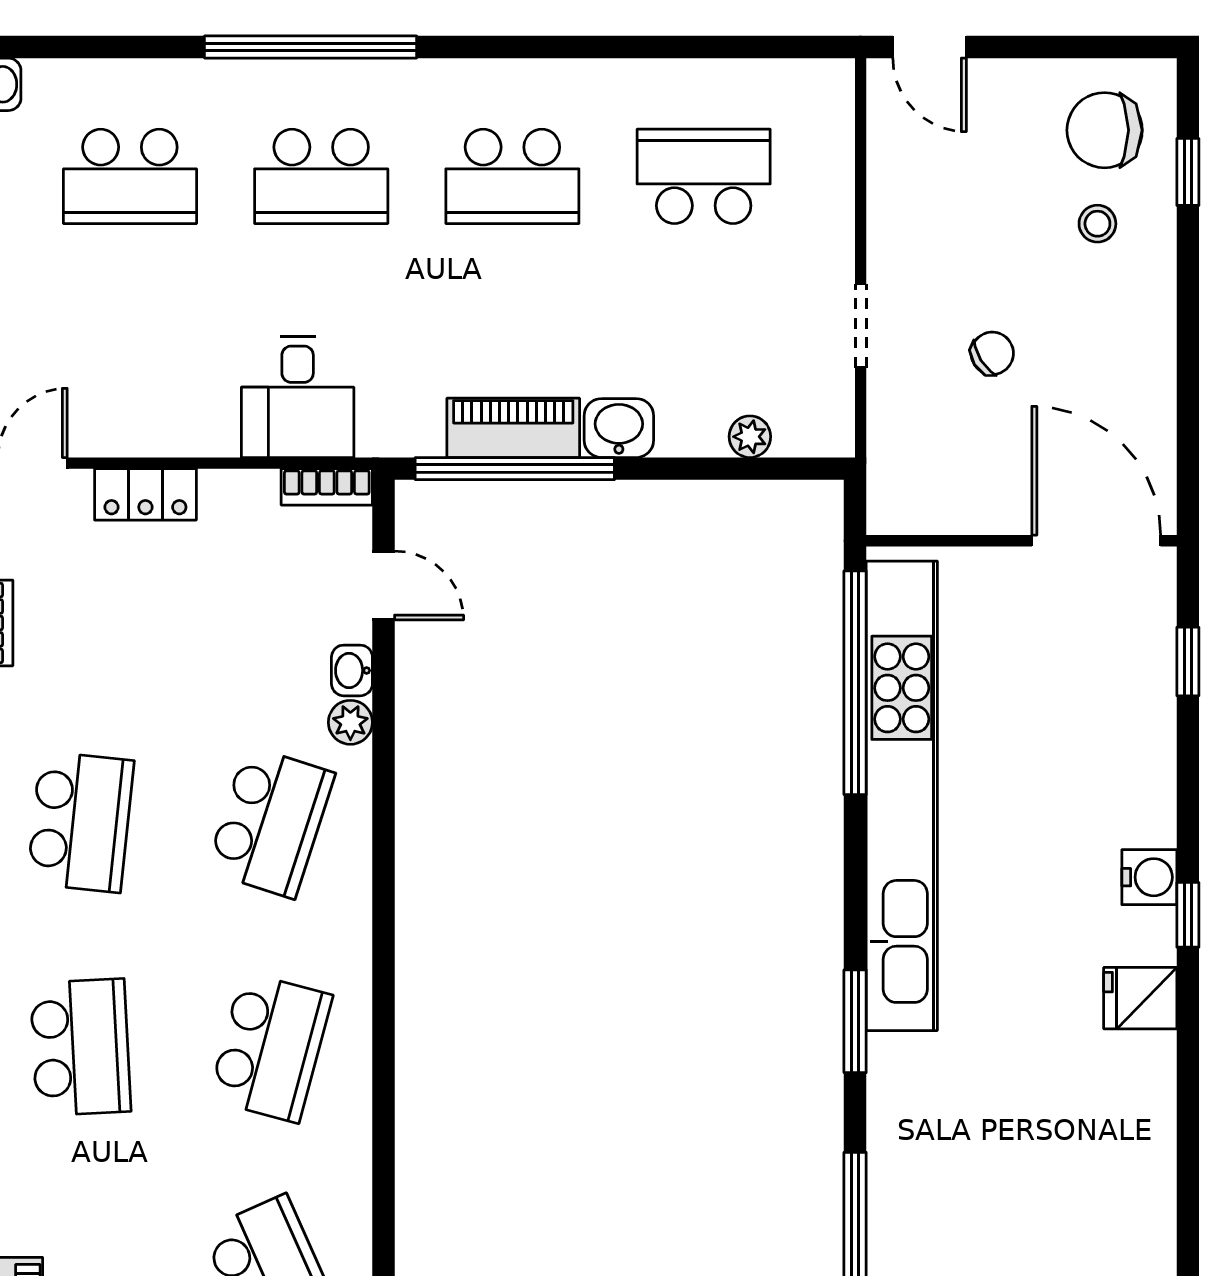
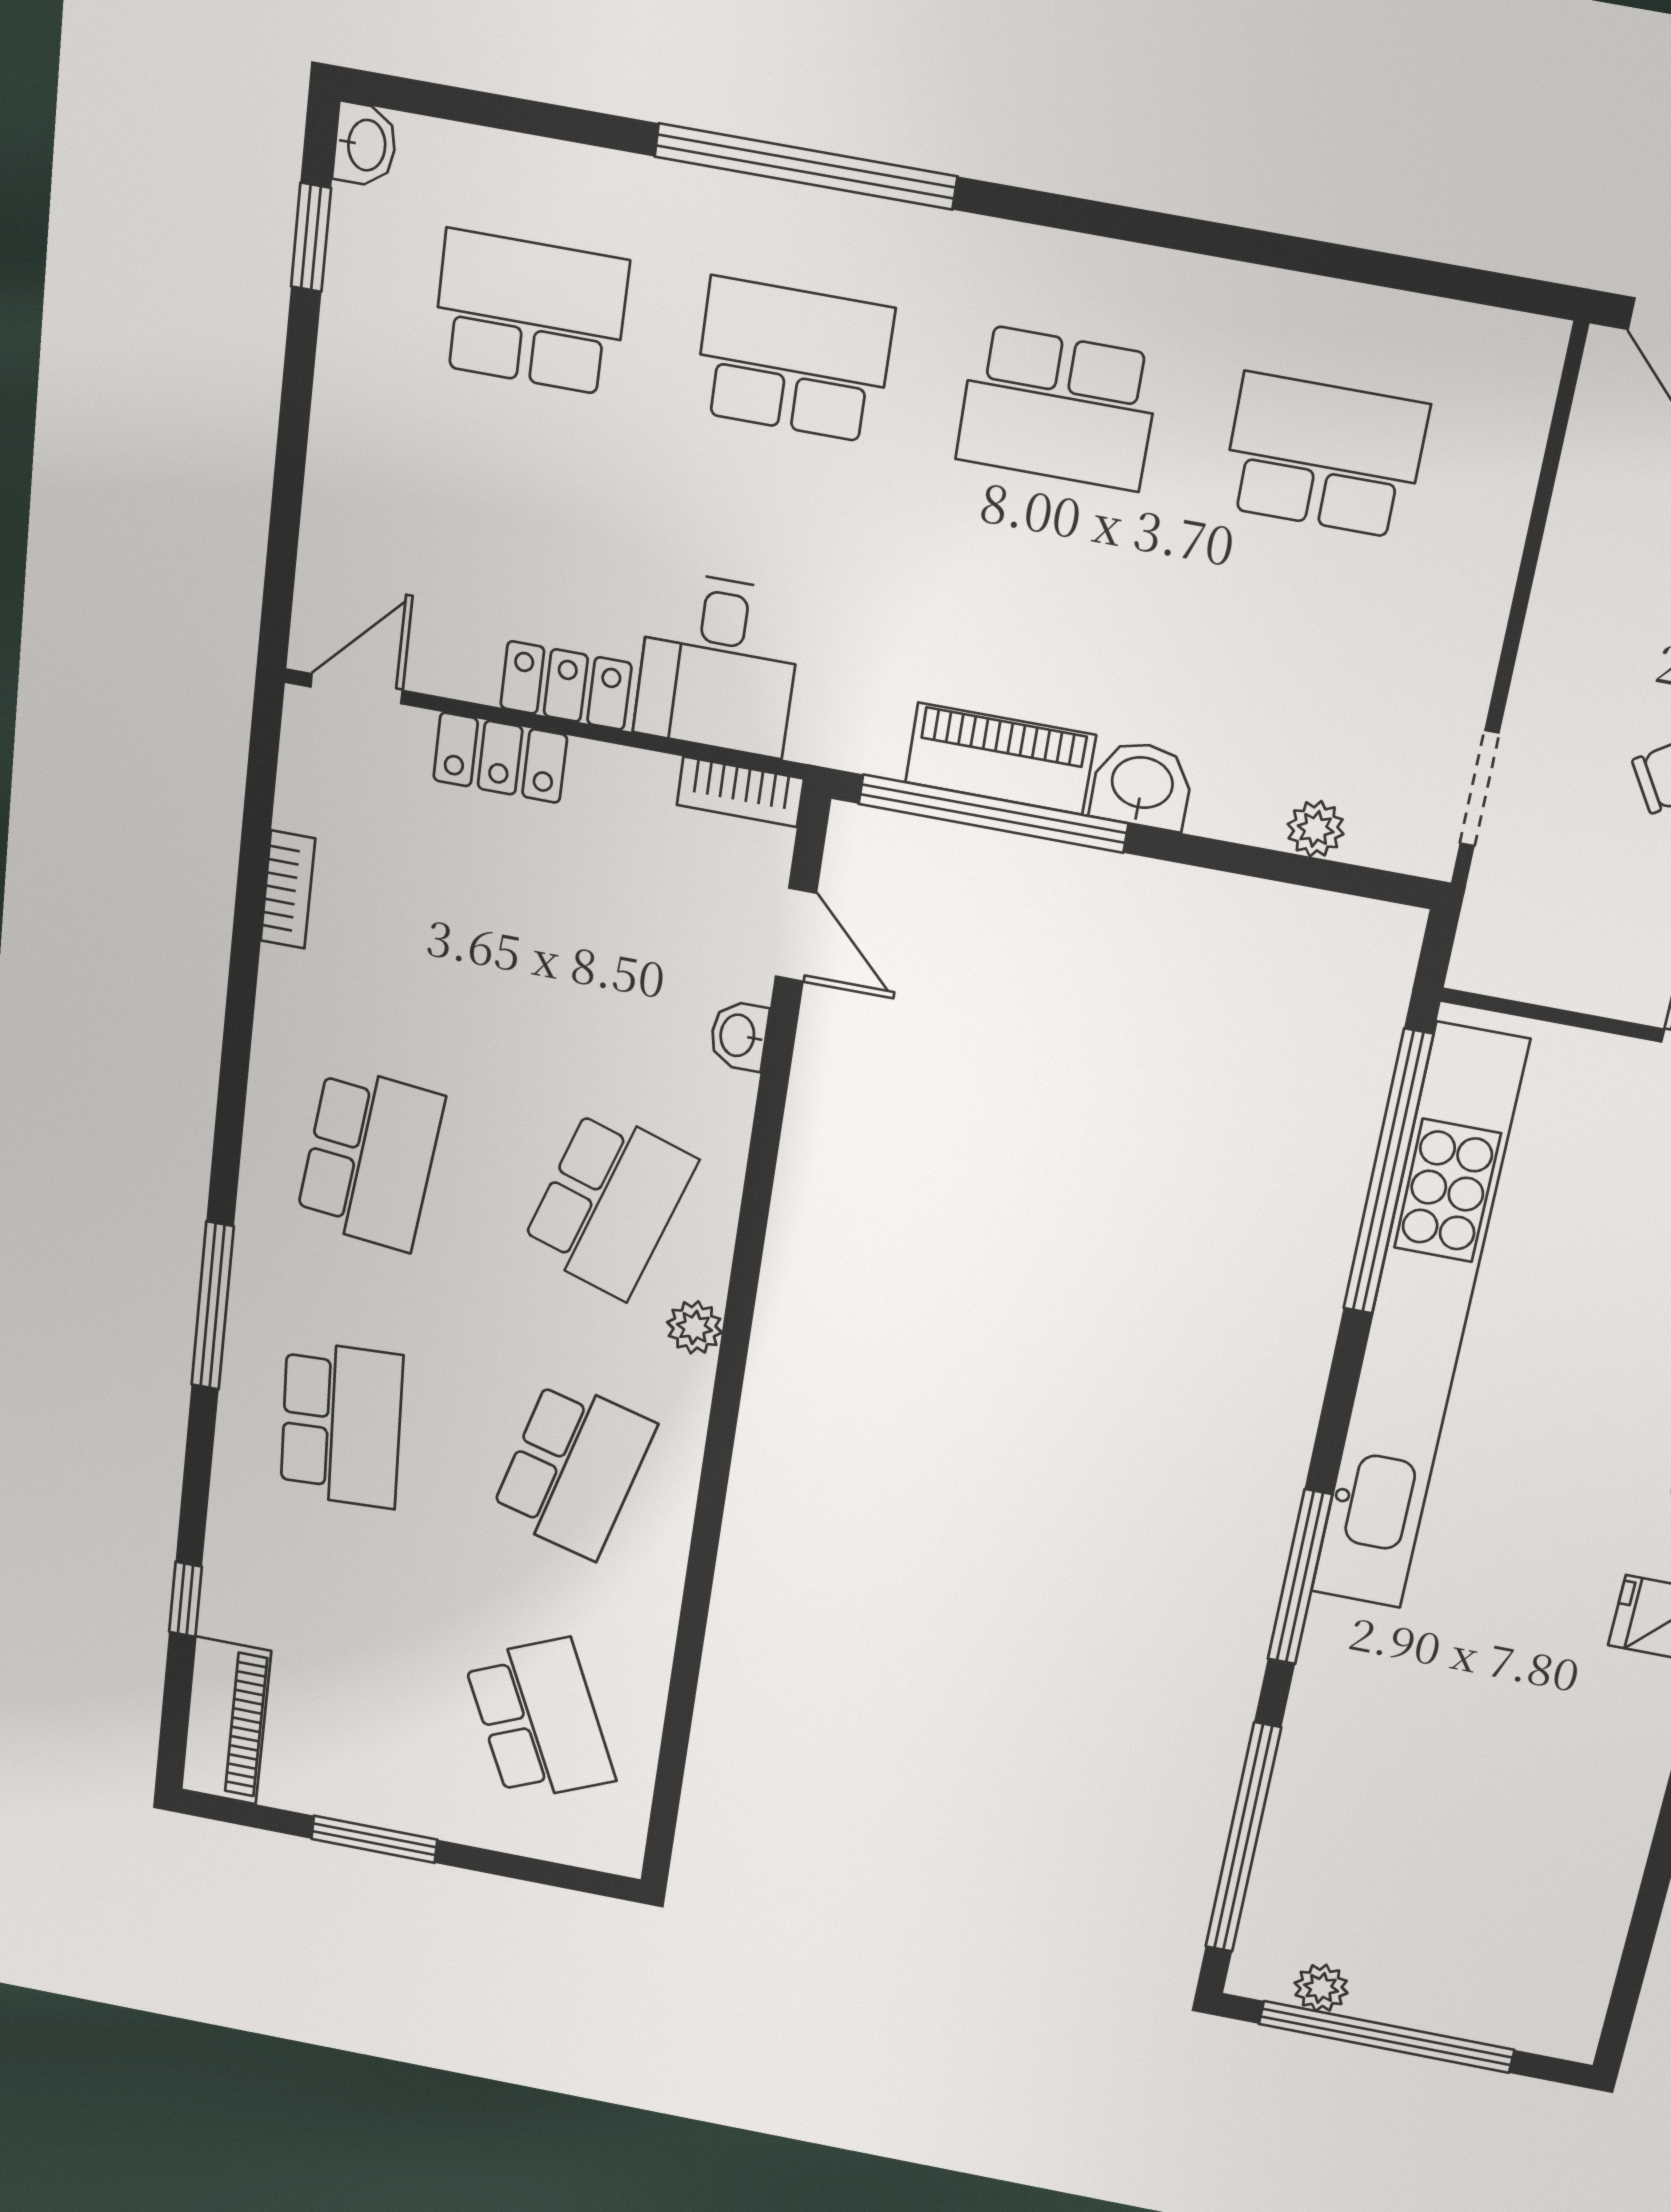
school desk: (130, 176) -> (530, 313), turned 180
school desk: (321, 176) -> (794, 360), turned 180
doorway: (861, 326) -> (1479, 788), moved
locker: (188, 433) -> (566, 685), added
plant: (350, 722) -> (694, 1327), moved
window: (855, 1021) -> (1300, 1577), width x1.44

